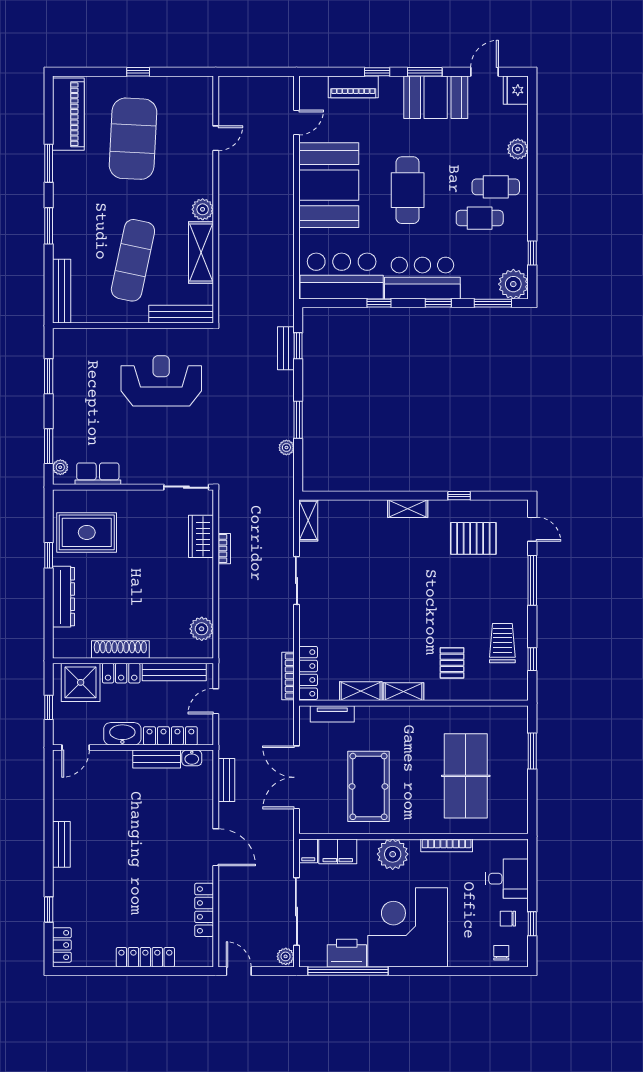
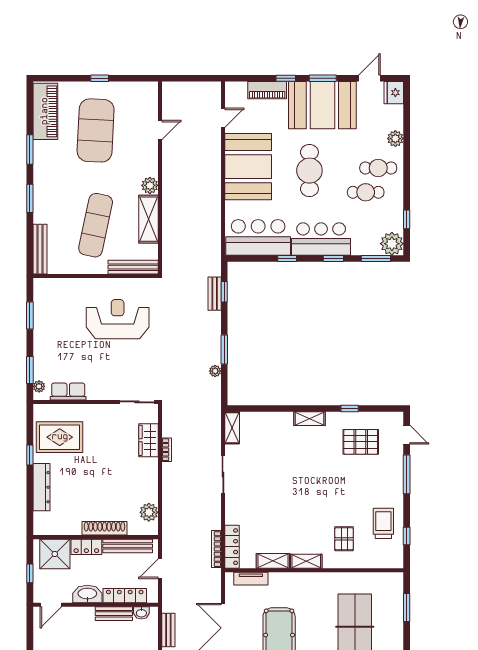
booth: (436, 97) -> (322, 105), width x1.36, depth x1.42
shoe rack: (120, 649) -> (104, 528), moved

